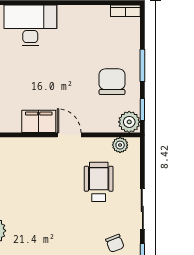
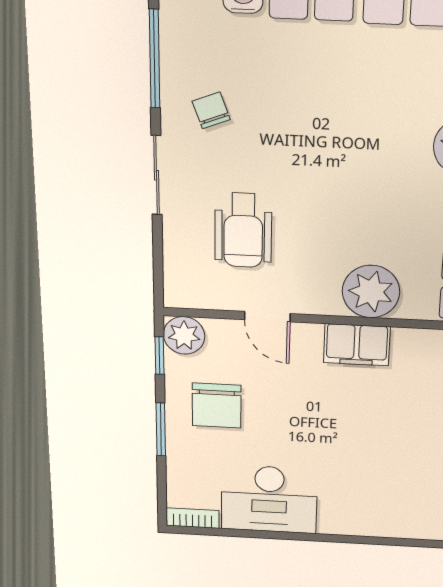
desk: (30, 25) -> (269, 499), moved
door: (69, 135) -> (267, 317), moved
plant: (120, 145) -> (371, 292), moved, width x1.88, depth x1.88

